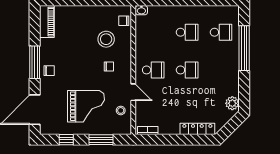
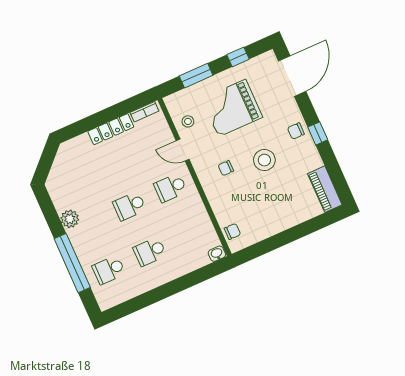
stool: (106, 39) -> (264, 160), moved
window: (35, 62) -> (318, 133), width x0.46
plant: (232, 103) -> (70, 219), moved
locker: (197, 129) -> (111, 129), moved

